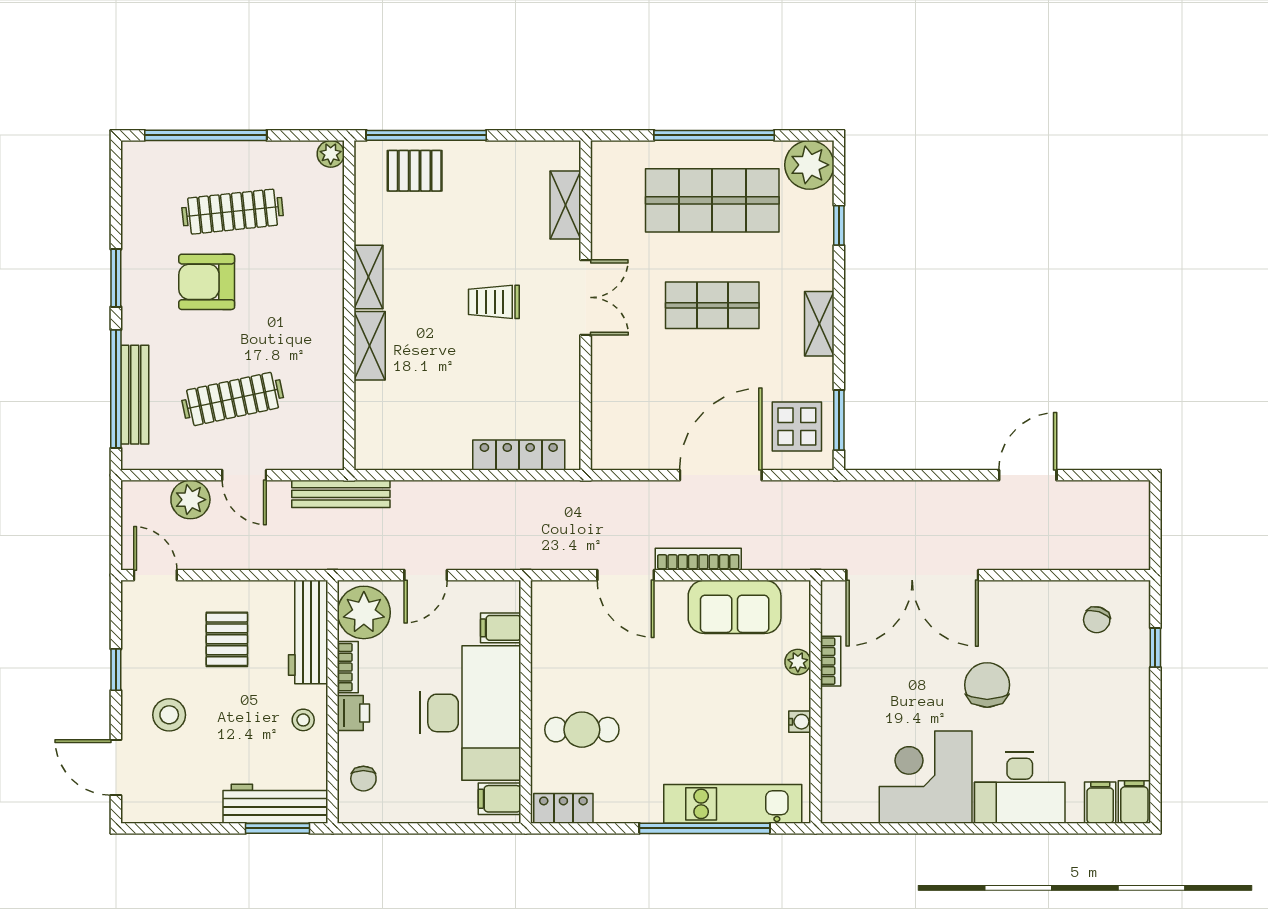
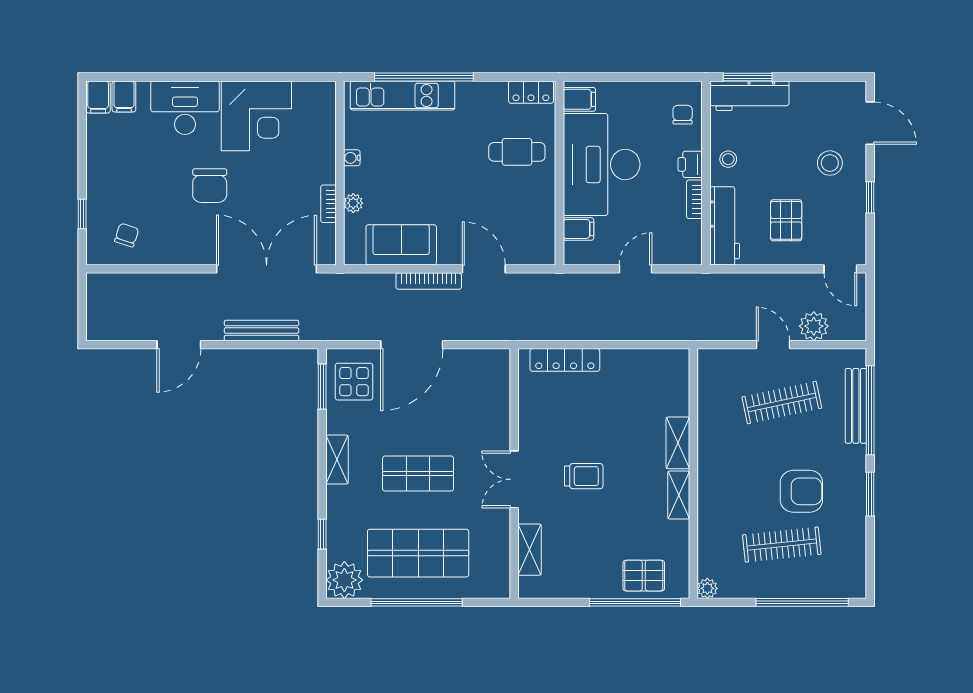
bench: (341, 494) -> (262, 331), moved
plant: (364, 612) -> (682, 241), removed

